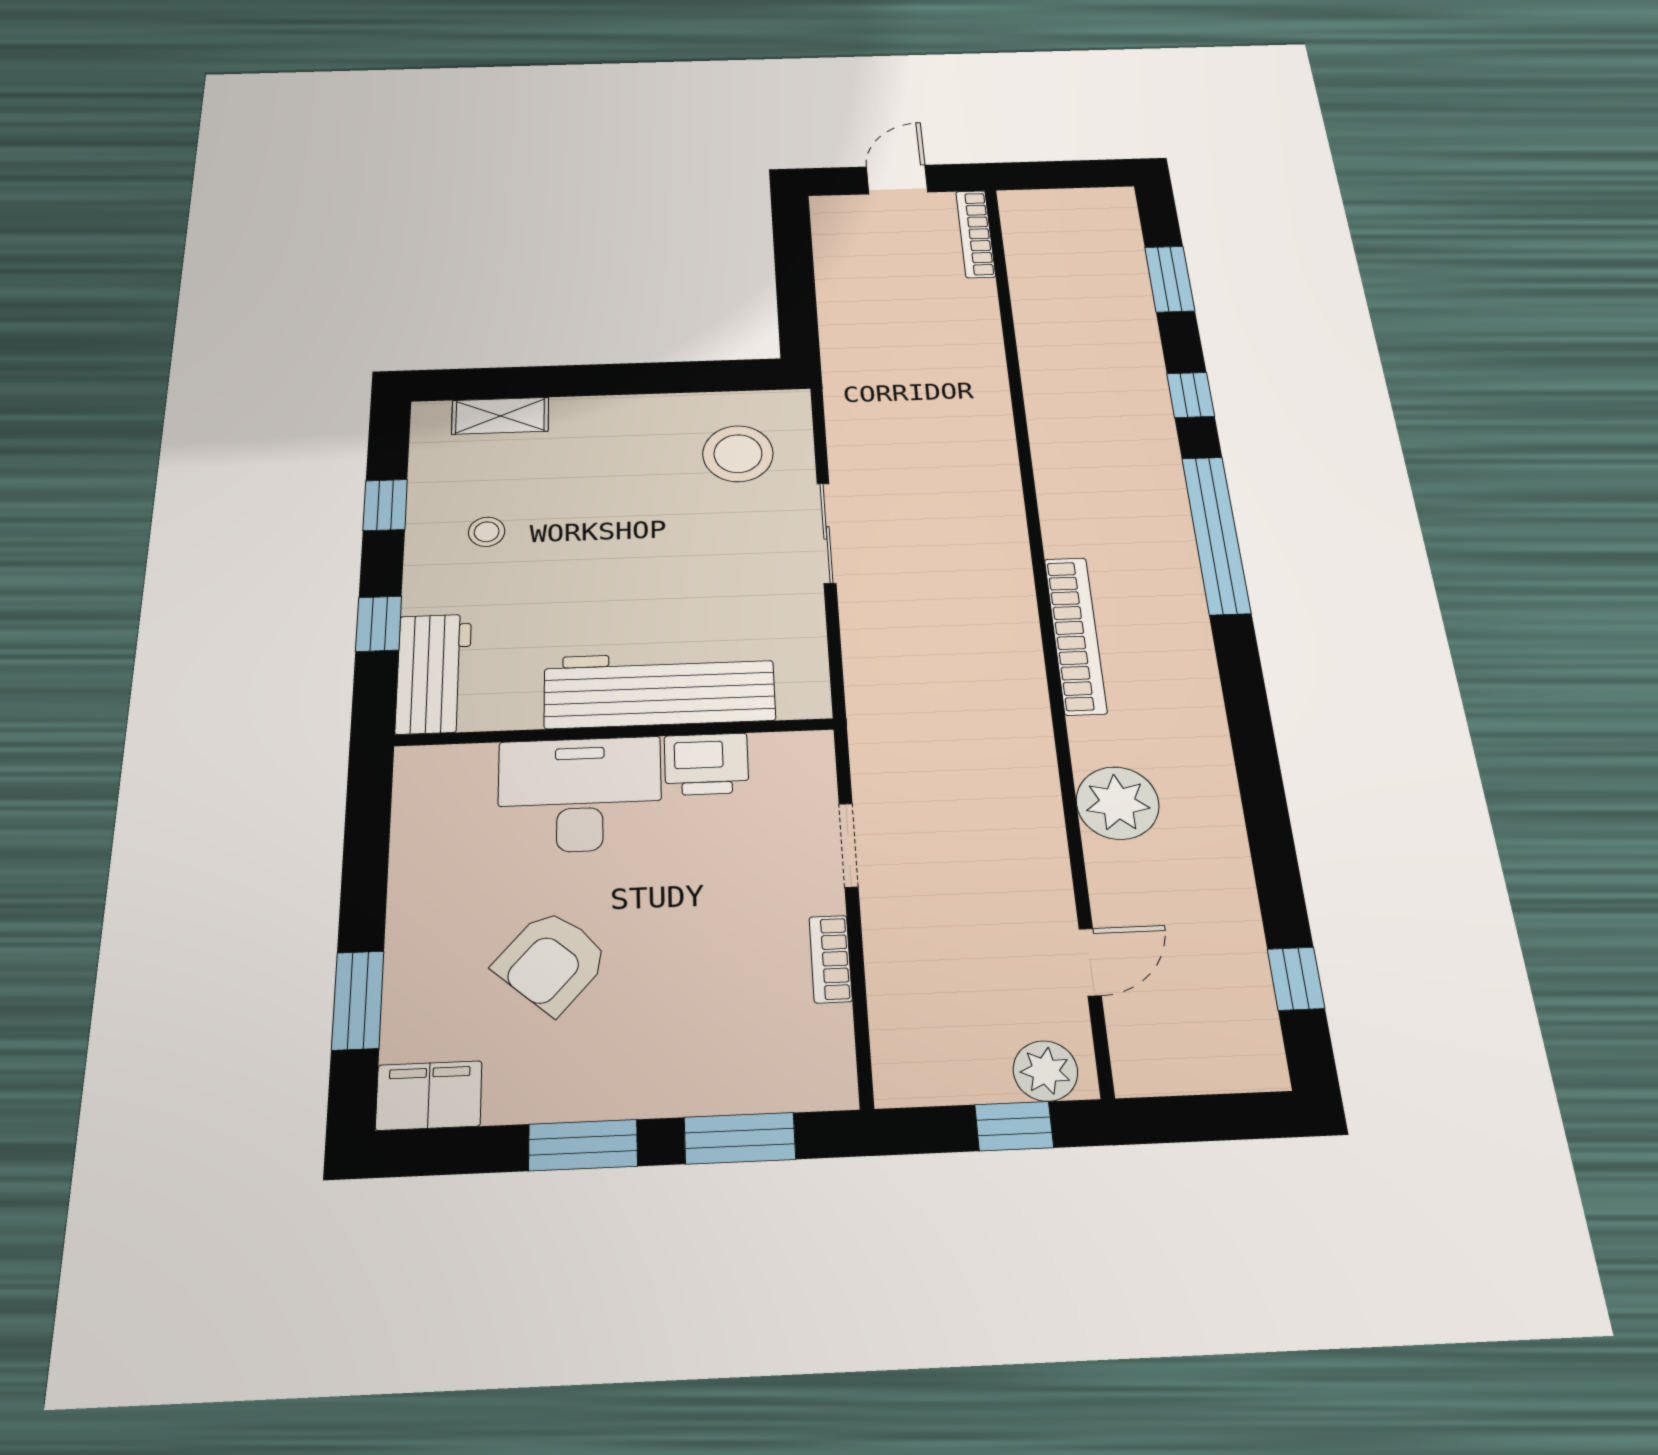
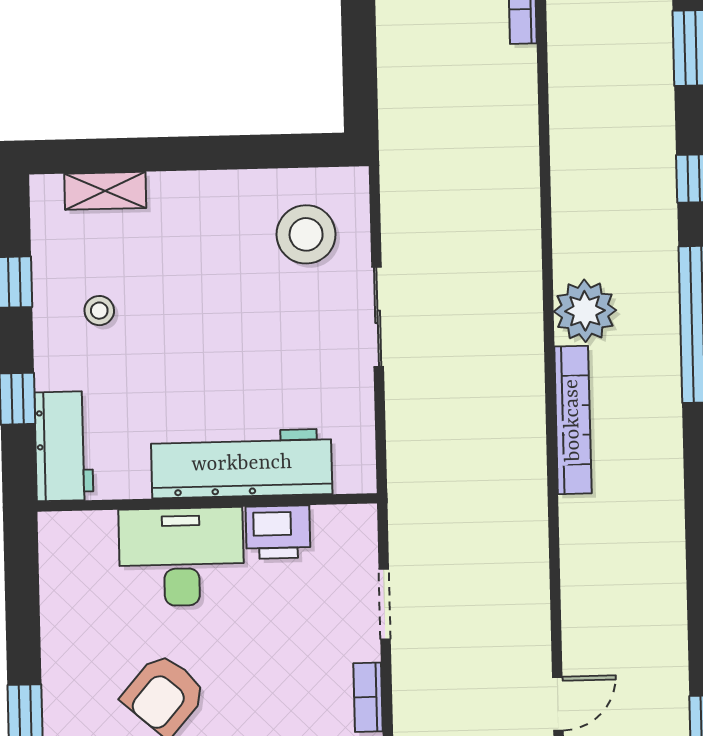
plant: (1117, 803) -> (585, 311), moved

